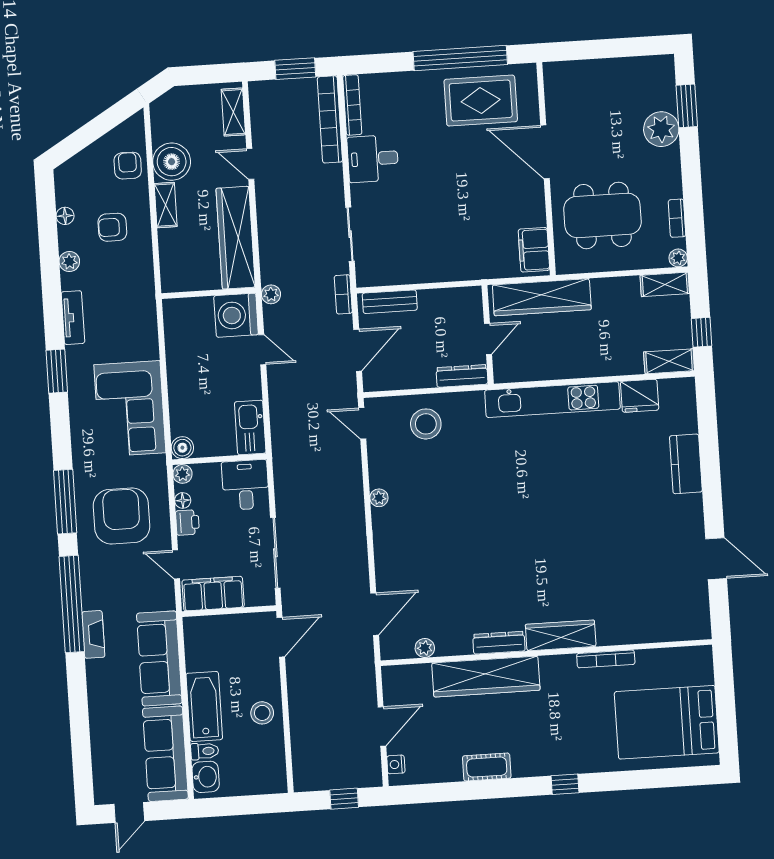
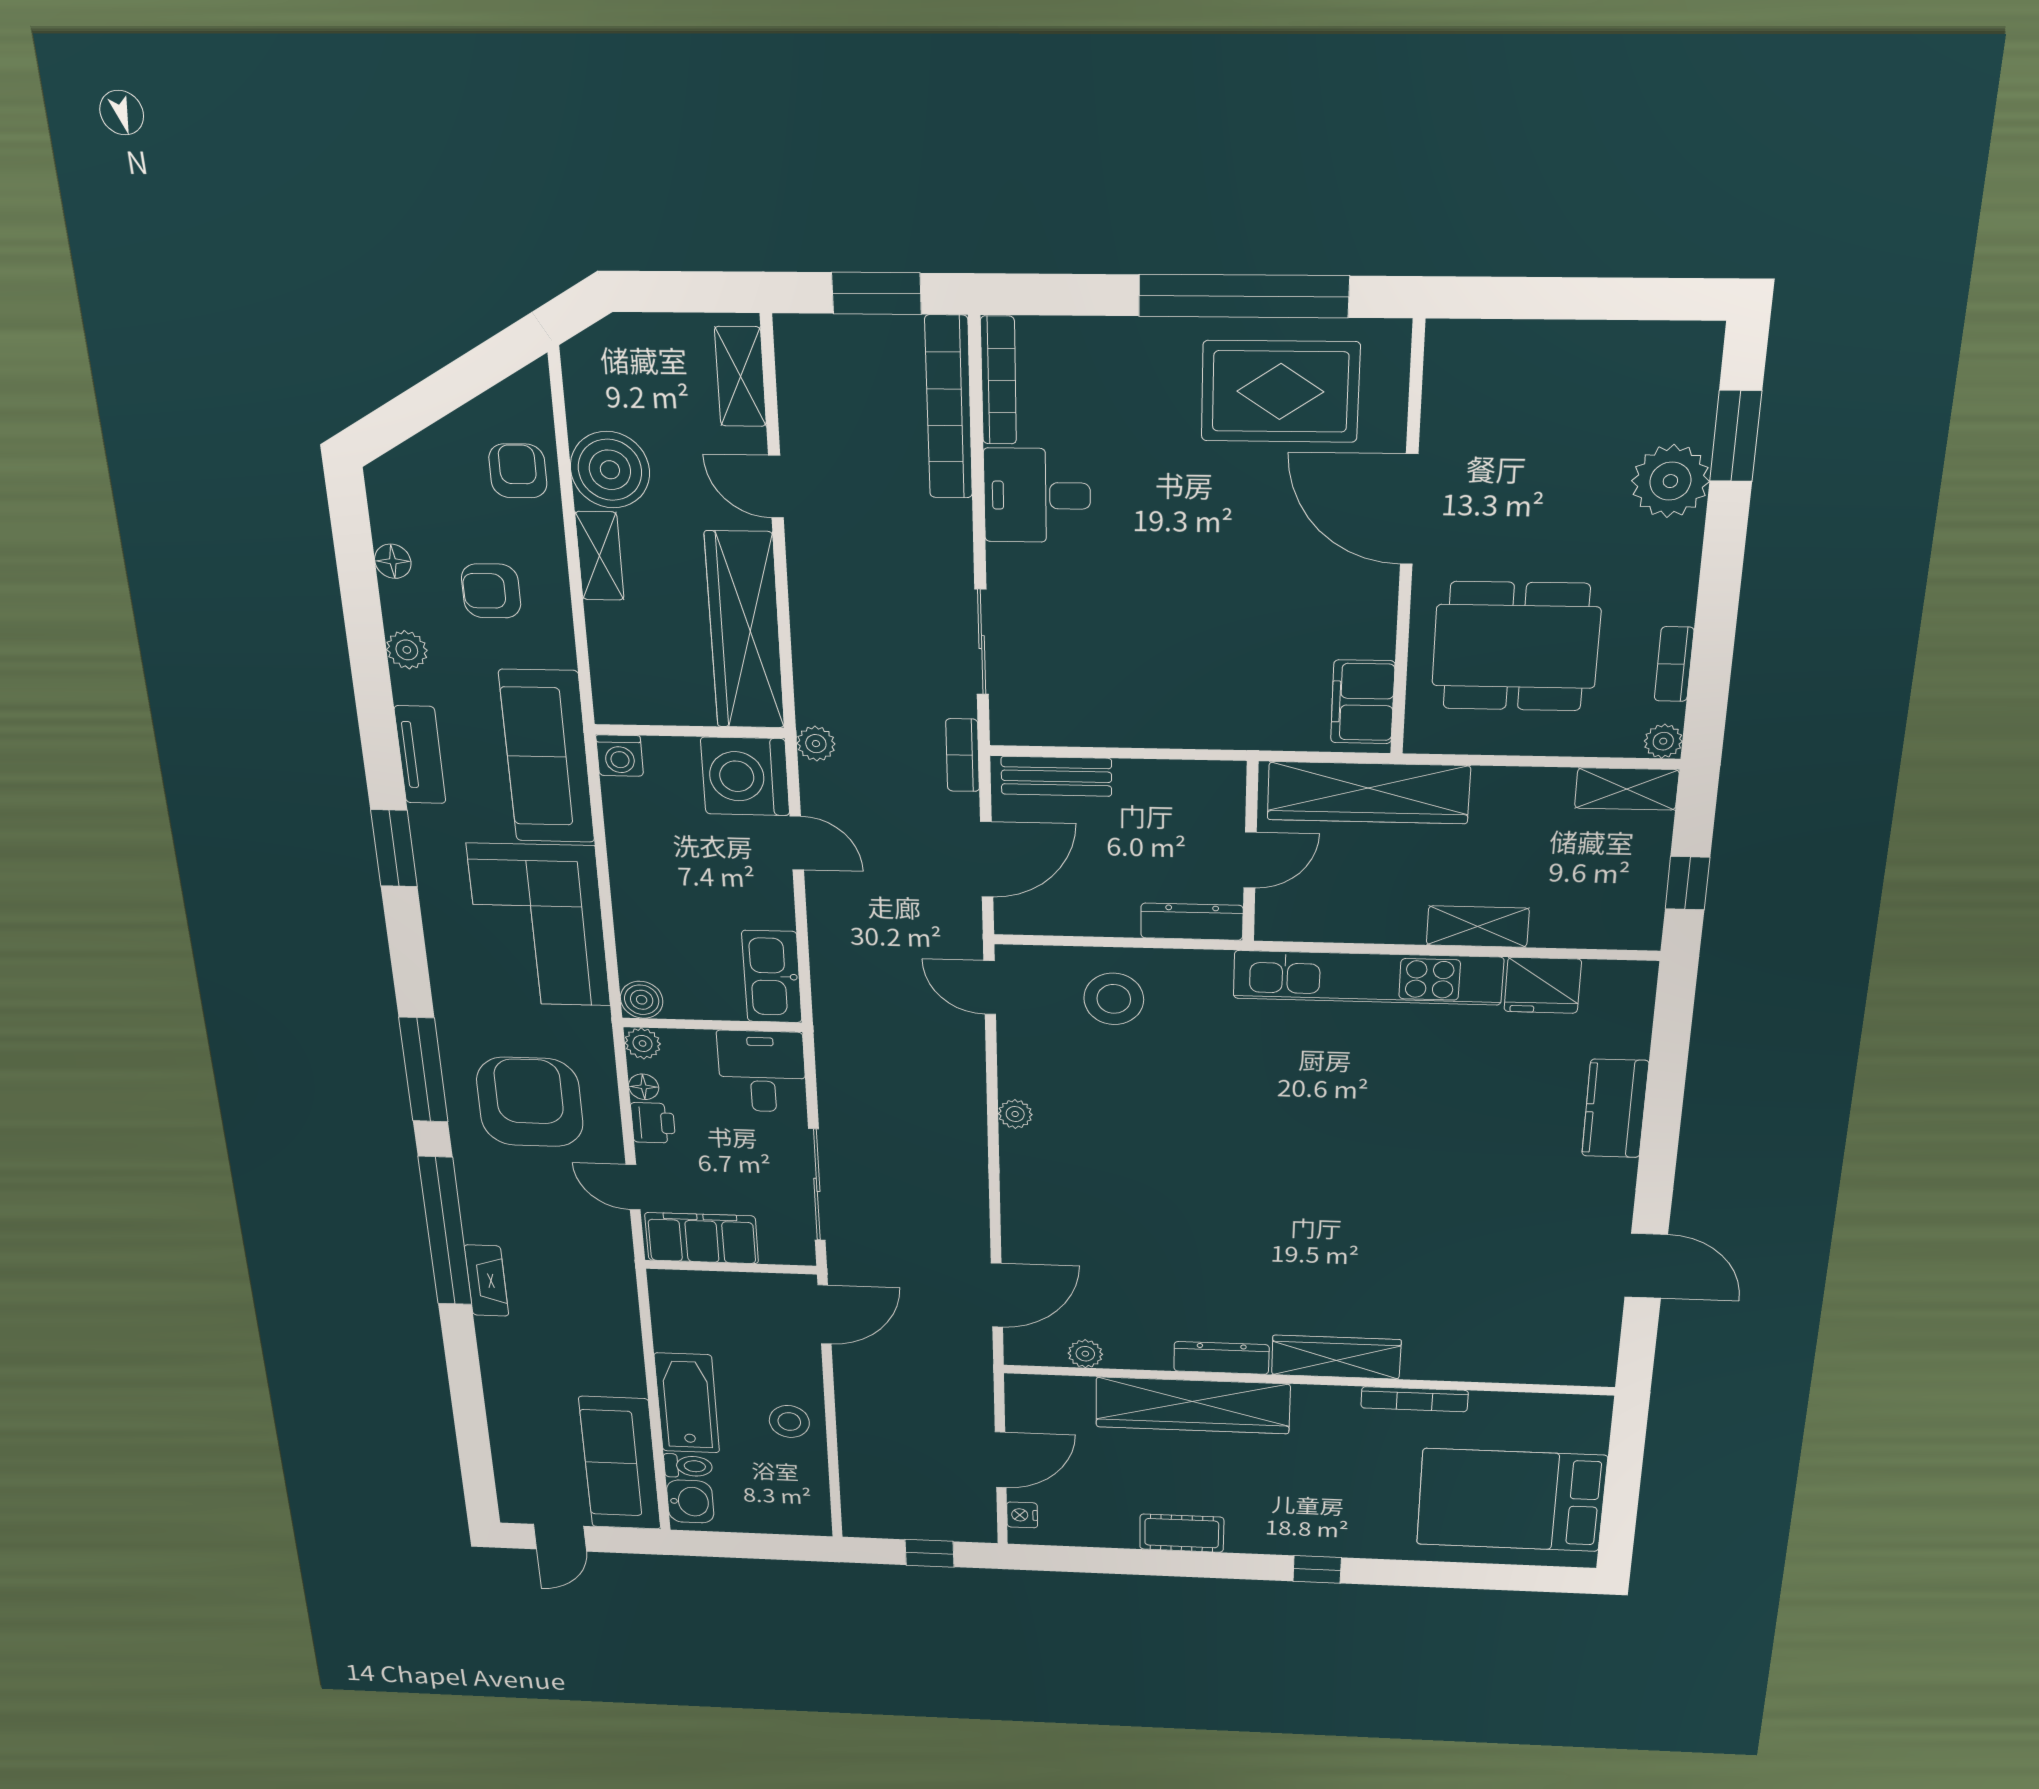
washing machine: (173, 309) -> (620, 756), added
shelving: (669, 361) -> (1478, 927), moved
sofa: (159, 658) -> (547, 757), moved

